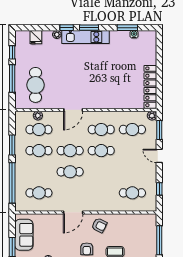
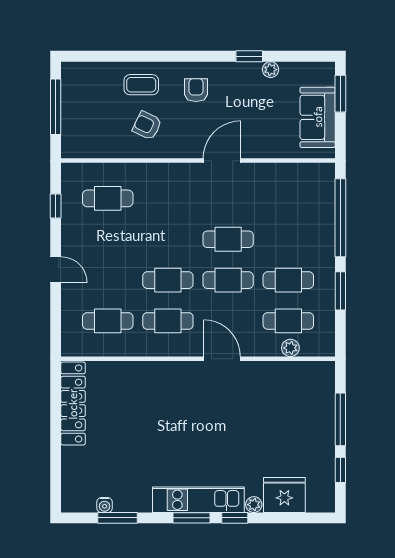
fridge: (36, 37) -> (284, 495), width x1.88, depth x1.34
cafe table: (35, 85) -> (295, 407), removed
door: (73, 110) -> (222, 359), hinge flipped
plant: (152, 116) -> (70, 348), removed
window: (159, 130) -> (56, 320), removed
cafe table: (39, 193) -> (288, 198), removed
armchair: (99, 225) -> (147, 126), moved

